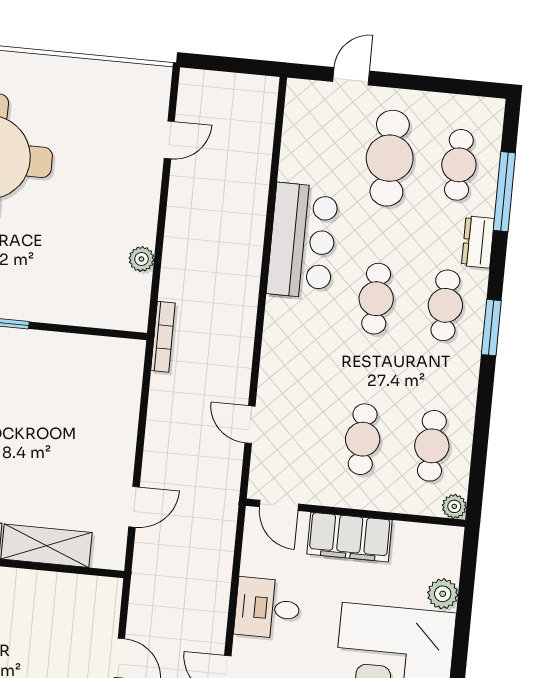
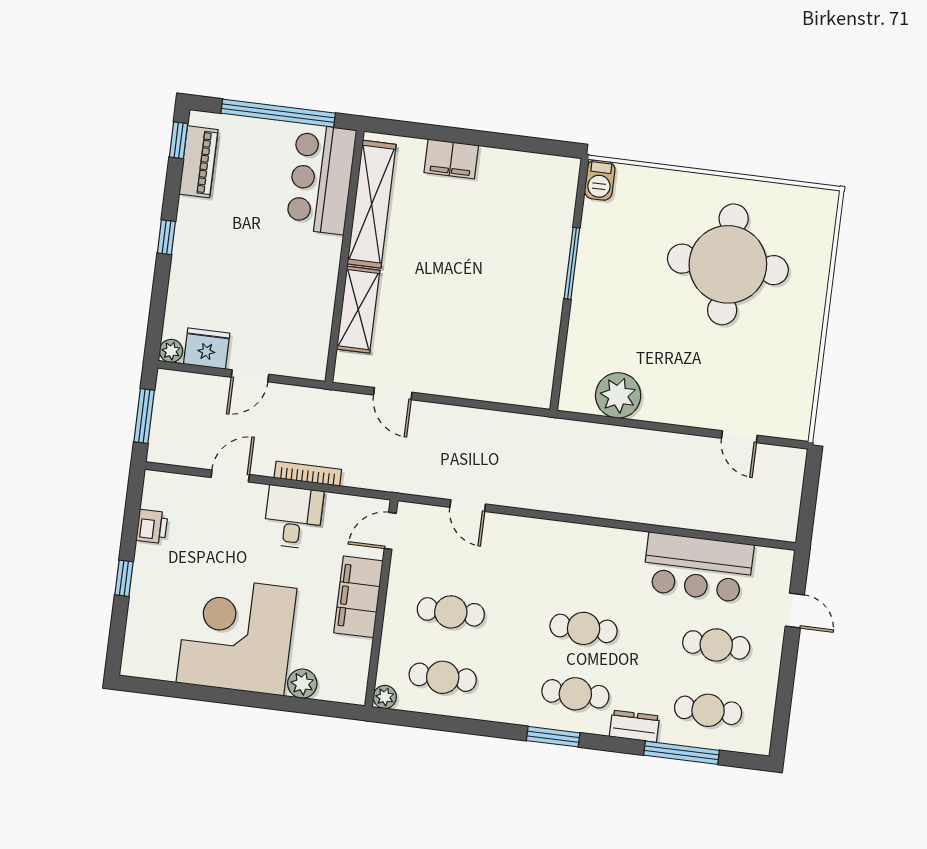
cafe table: (390, 158) -> (716, 645), width x0.73, depth x0.74
bar counter: (303, 241) -> (698, 567), moved
plant: (141, 259) -> (618, 395), width x1.88, depth x1.88
bookcase: (163, 337) -> (308, 474), moved, turned 180
door: (250, 425) -> (468, 506), swing flipped

